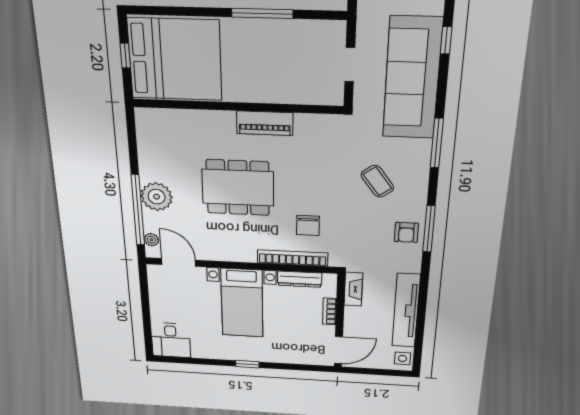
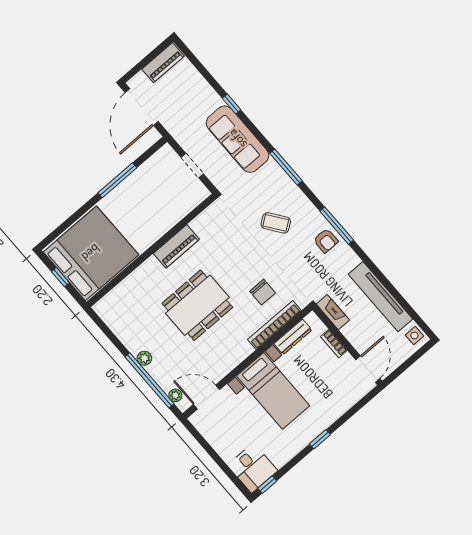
sofa: (412, 78) -> (237, 139), width x0.74, depth x0.79
plant: (157, 197) -> (144, 358), width x0.53, depth x0.53
window: (172, 360) -> (267, 485), added

